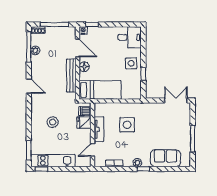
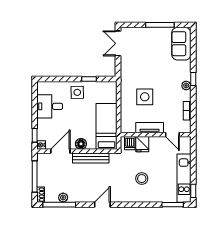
desk: (130, 37) -> (50, 106), moved, turned -90
sofa: (165, 158) -> (181, 44), moved

